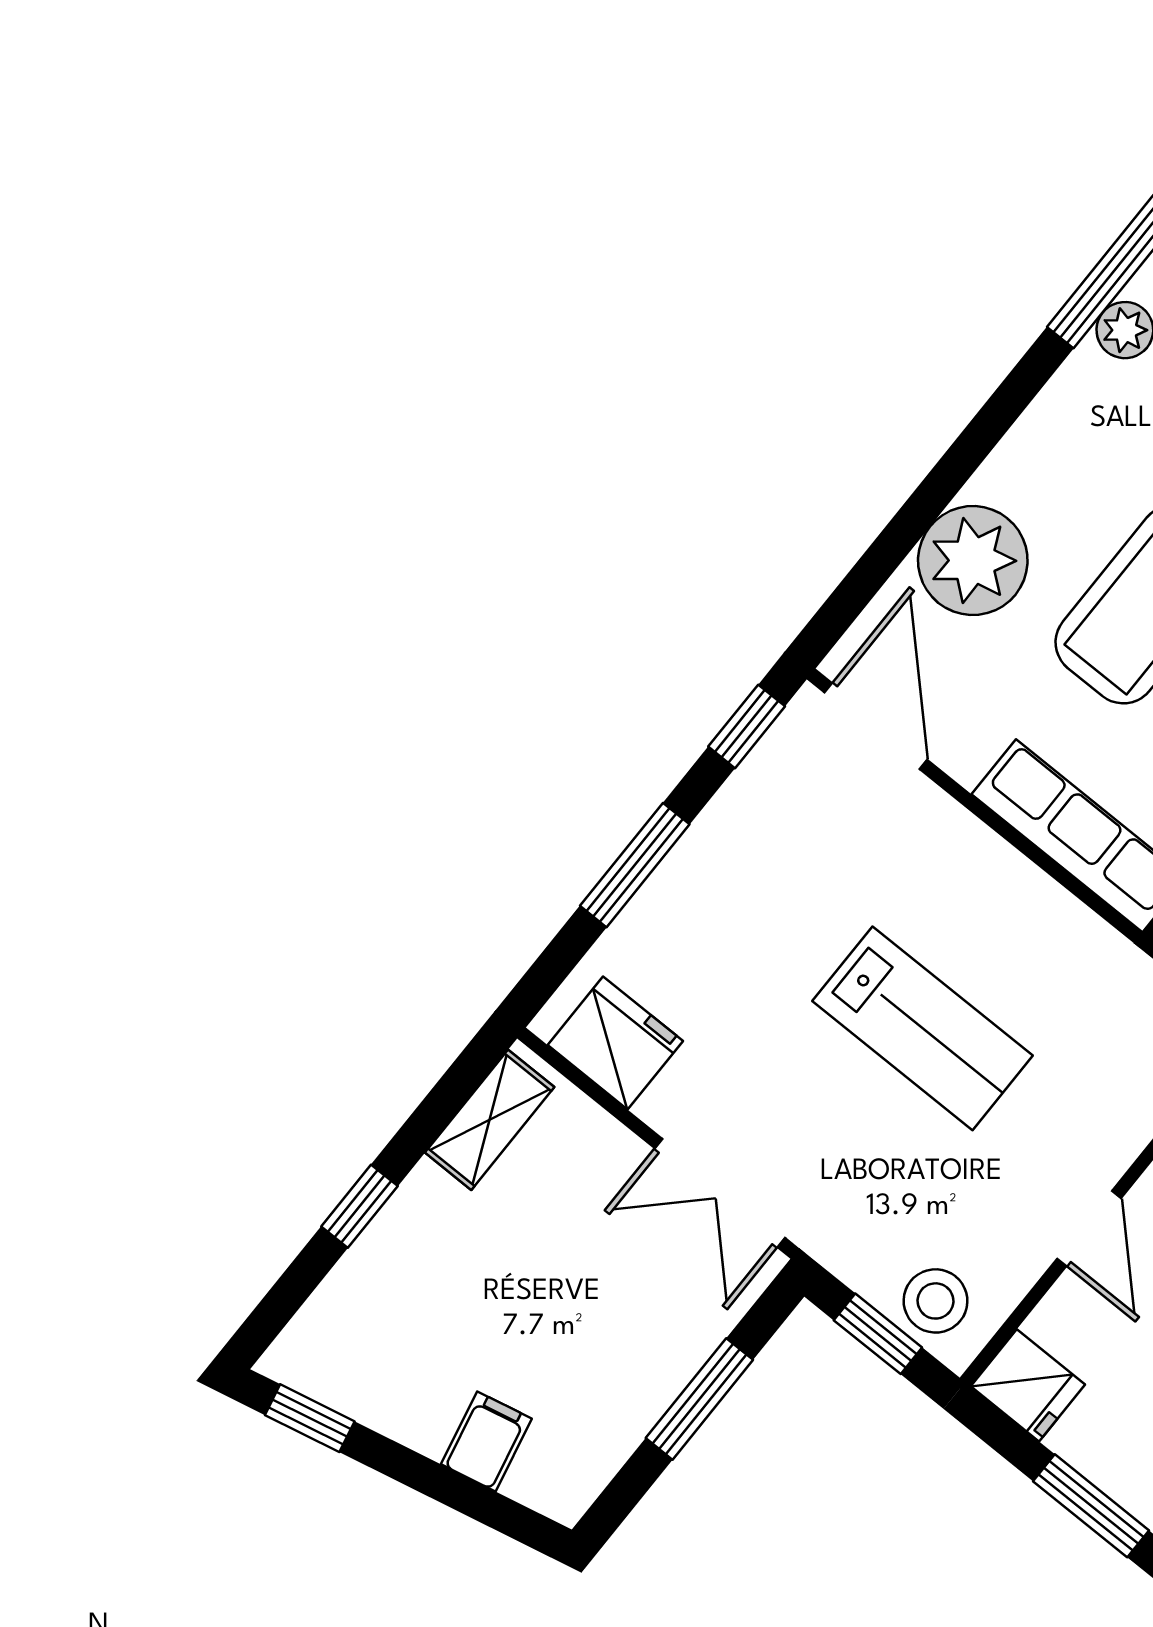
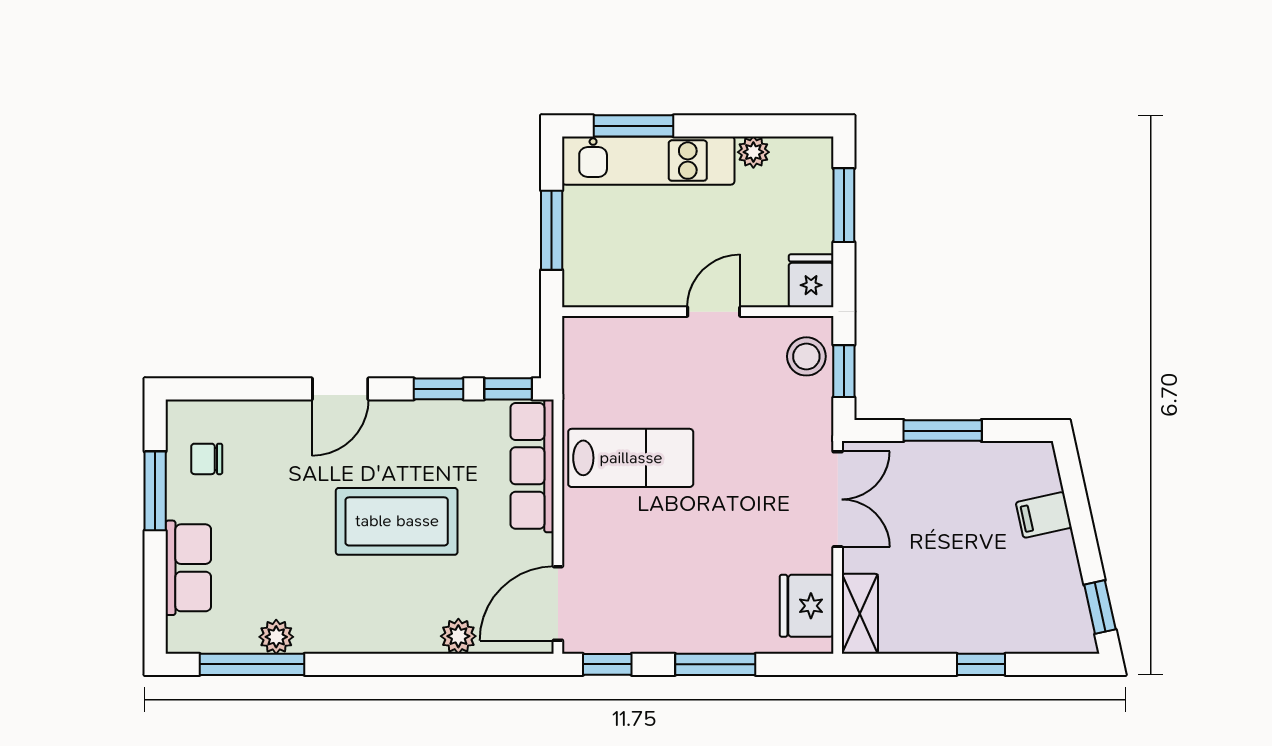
plant: (973, 561) -> (458, 636), width x0.53, depth x0.53
lab bench: (922, 1028) -> (631, 458), moved, turned 90
shelving: (490, 1120) -> (860, 614), moved, turned 90

